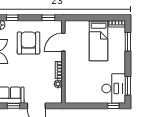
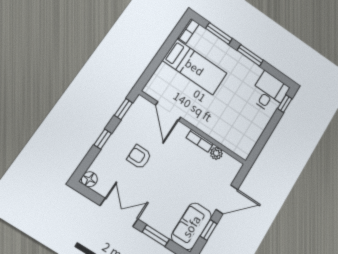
window: (12, 18) -> (103, 139), moved
armchair: (28, 43) -> (139, 157), width x0.53, depth x0.53
window: (128, 86) -> (250, 55), moved
desk: (114, 88) -> (269, 92), width x0.73

